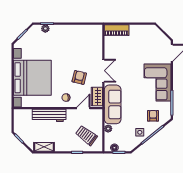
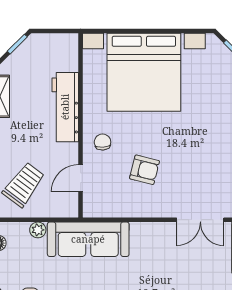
double door: (103, 71) -> (200, 220), moved
wardrobe: (97, 96) -> (105, 206), removed
door: (83, 108) -> (81, 178), swing flipped

